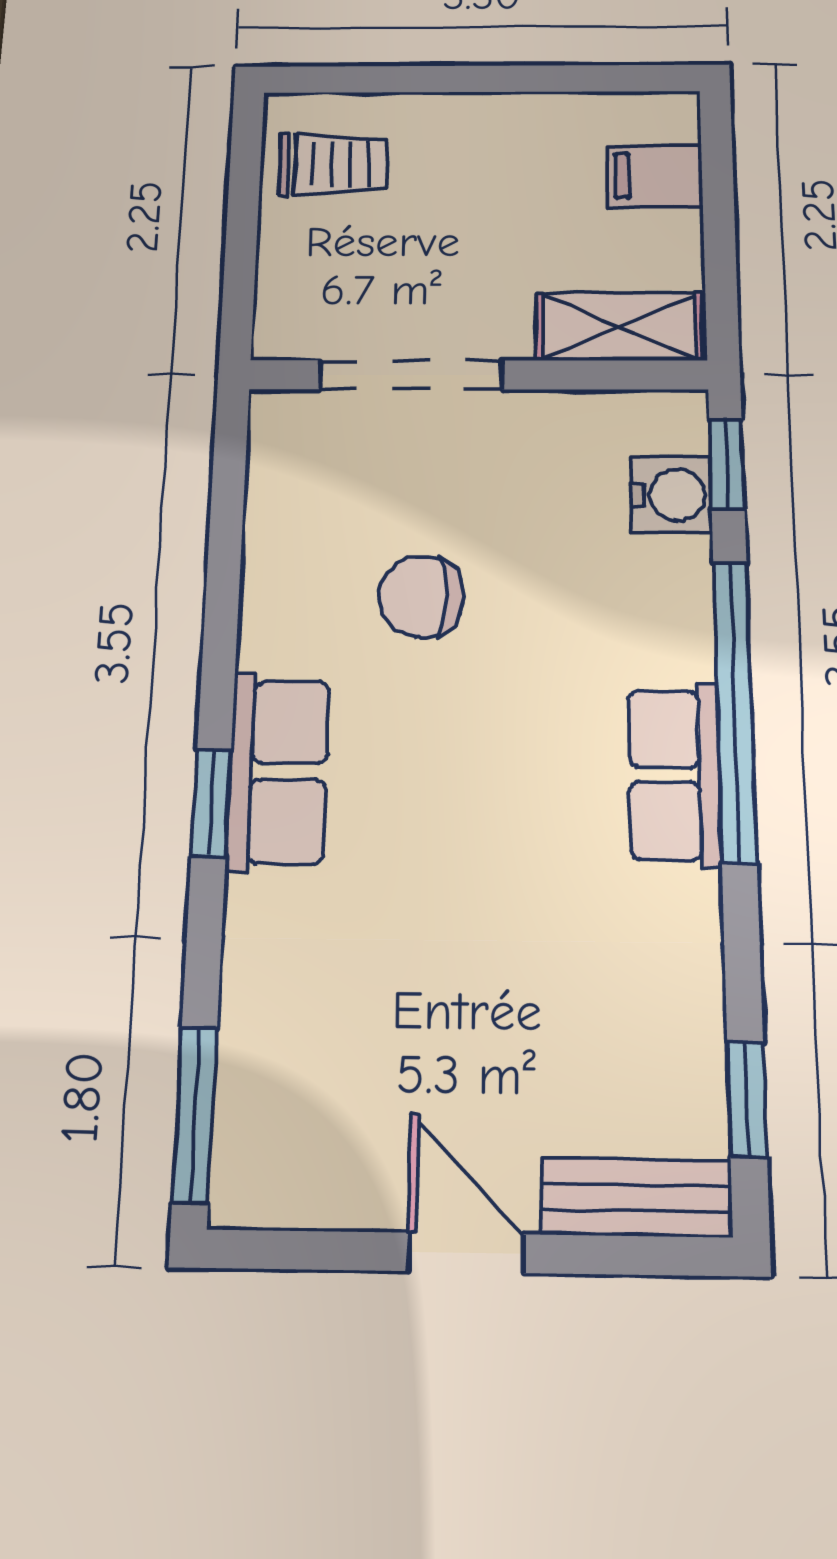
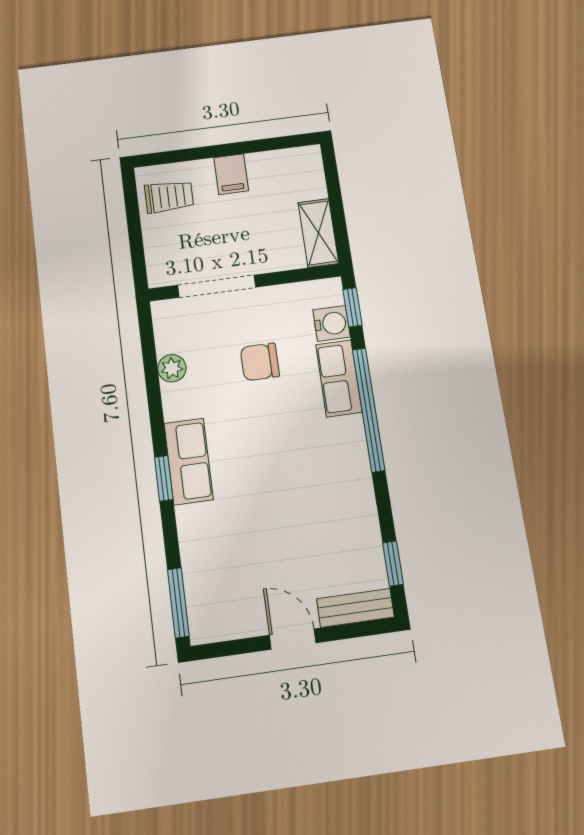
filing cabinet: (655, 176) -> (231, 174), moved, turned -90
shelving: (619, 327) -> (318, 233), moved, turned 90
plant: (275, 548) -> (172, 368), added
chair: (421, 596) -> (260, 362), moved
row of seats: (675, 775) -> (339, 378), moved

